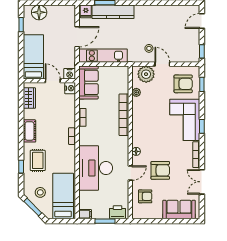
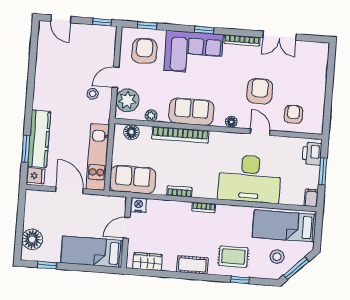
nightstand: (70, 74) -> (119, 204), removed
floor lamp: (123, 79) -> (131, 132), added
sofa: (179, 209) -> (191, 112), moved, turned 90

